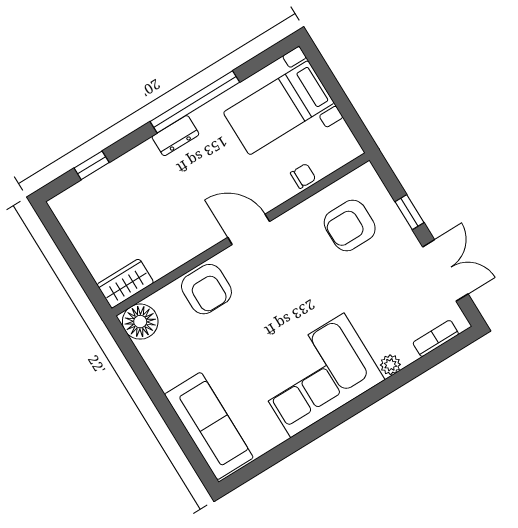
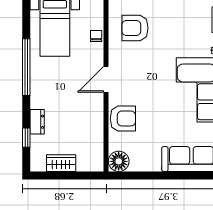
dresser: (175, 136) -> (37, 122), moved
armchair: (350, 225) -> (135, 28), turned 90
wardrobe: (125, 284) -> (61, 163), moved, turned 90

